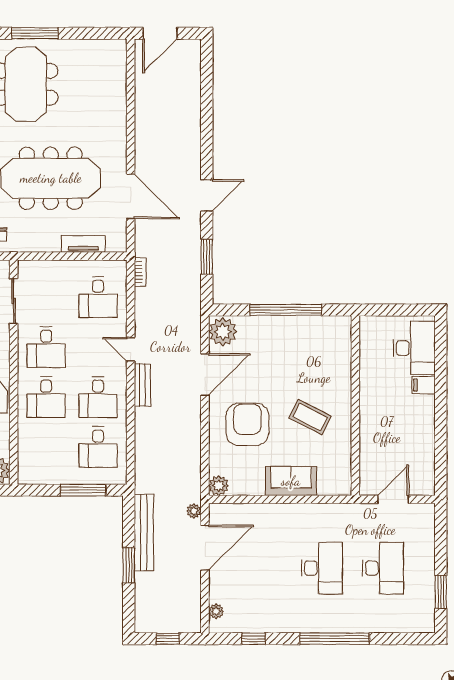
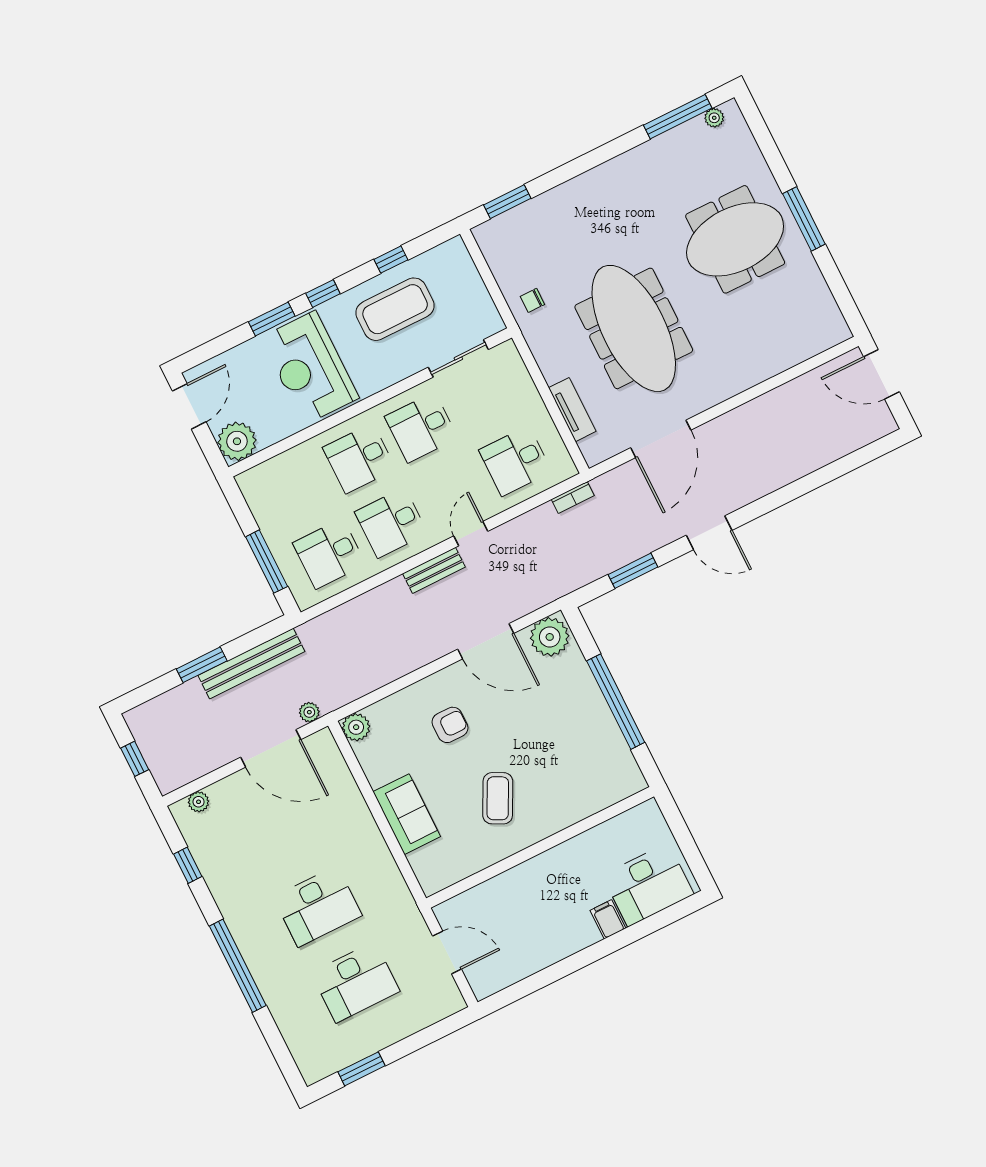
armchair: (247, 424) -> (450, 725), width x0.53, depth x0.53

